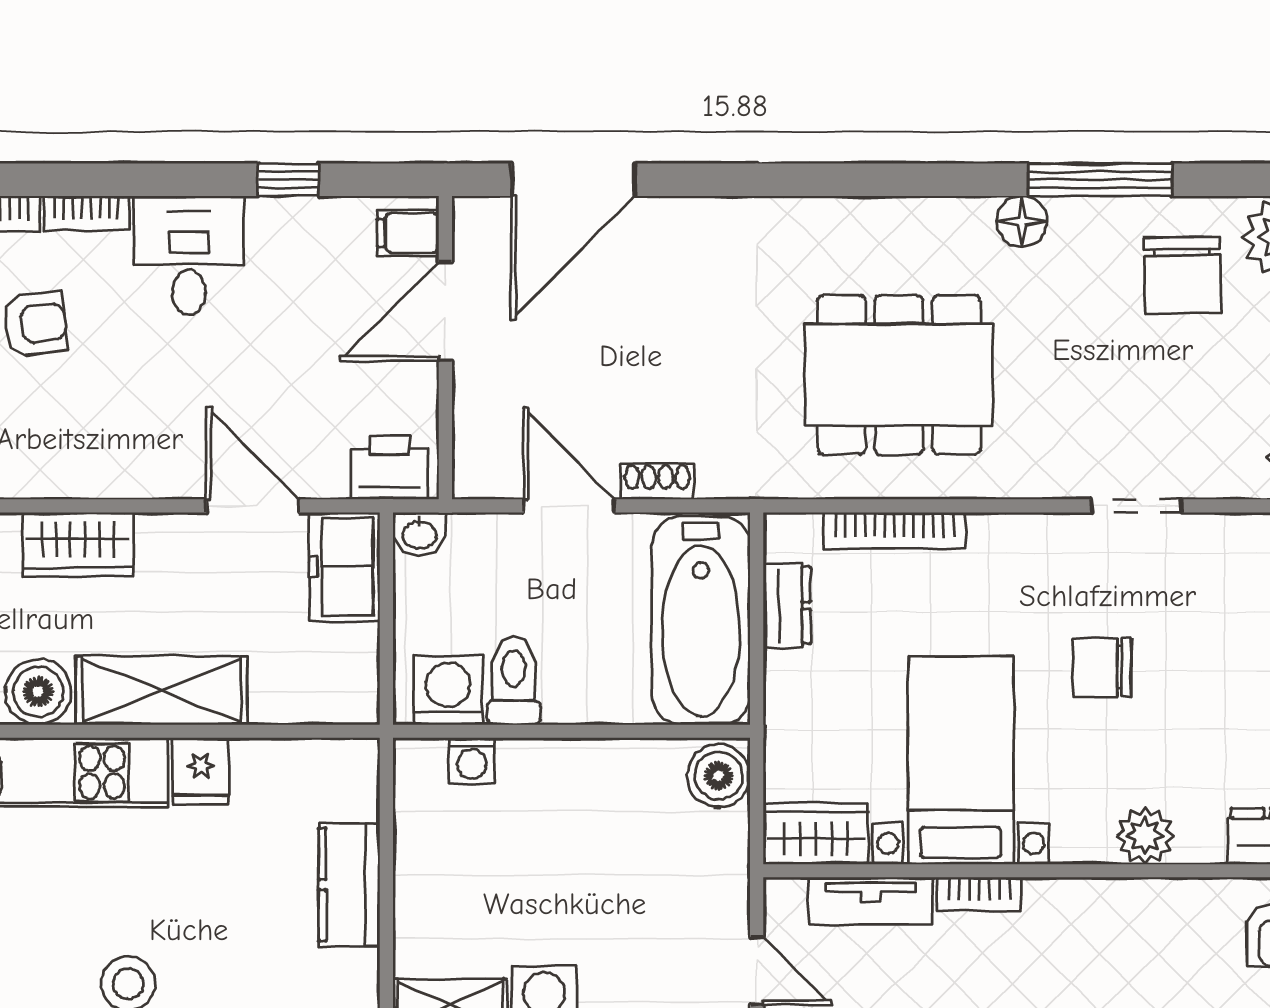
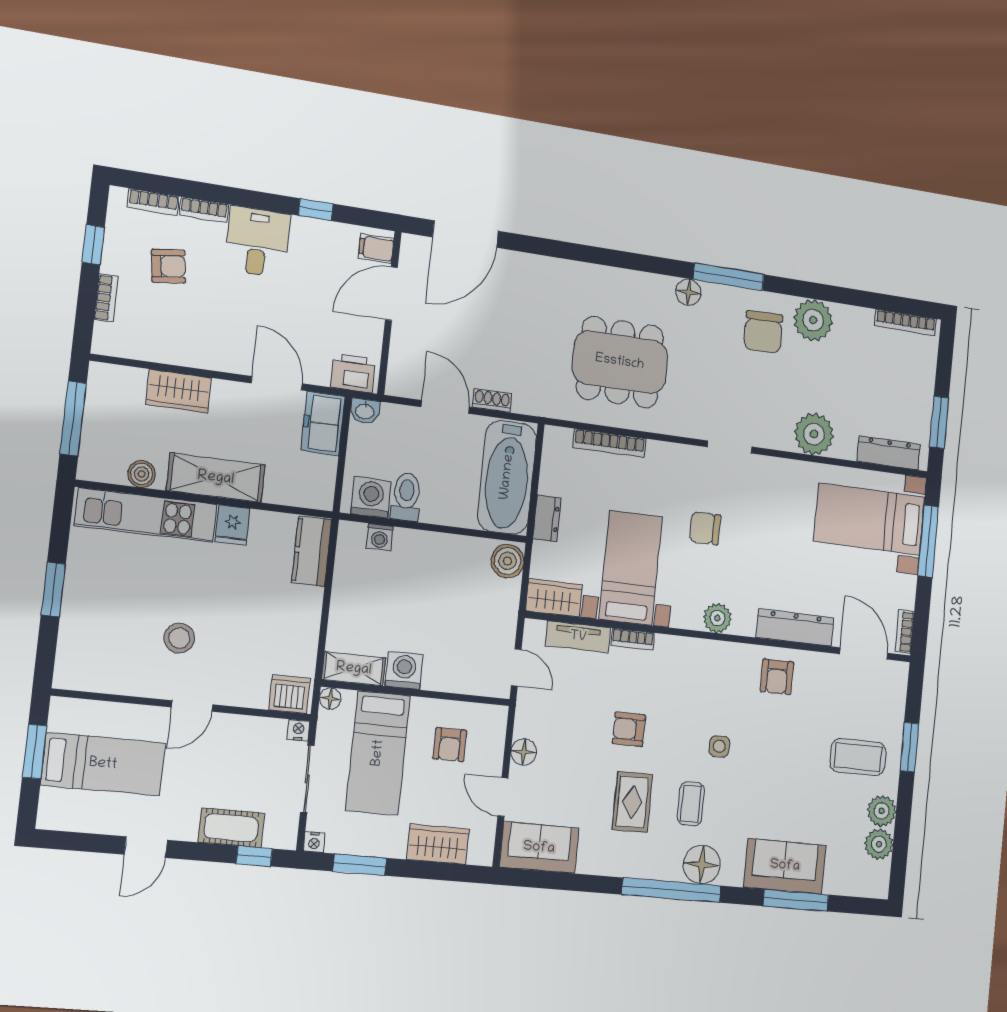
dresser: (787, 605) -> (547, 518), moved
boiler: (38, 692) -> (142, 474), width x0.73, depth x0.73
kitchen counter: (349, 885) -> (312, 551), moved

